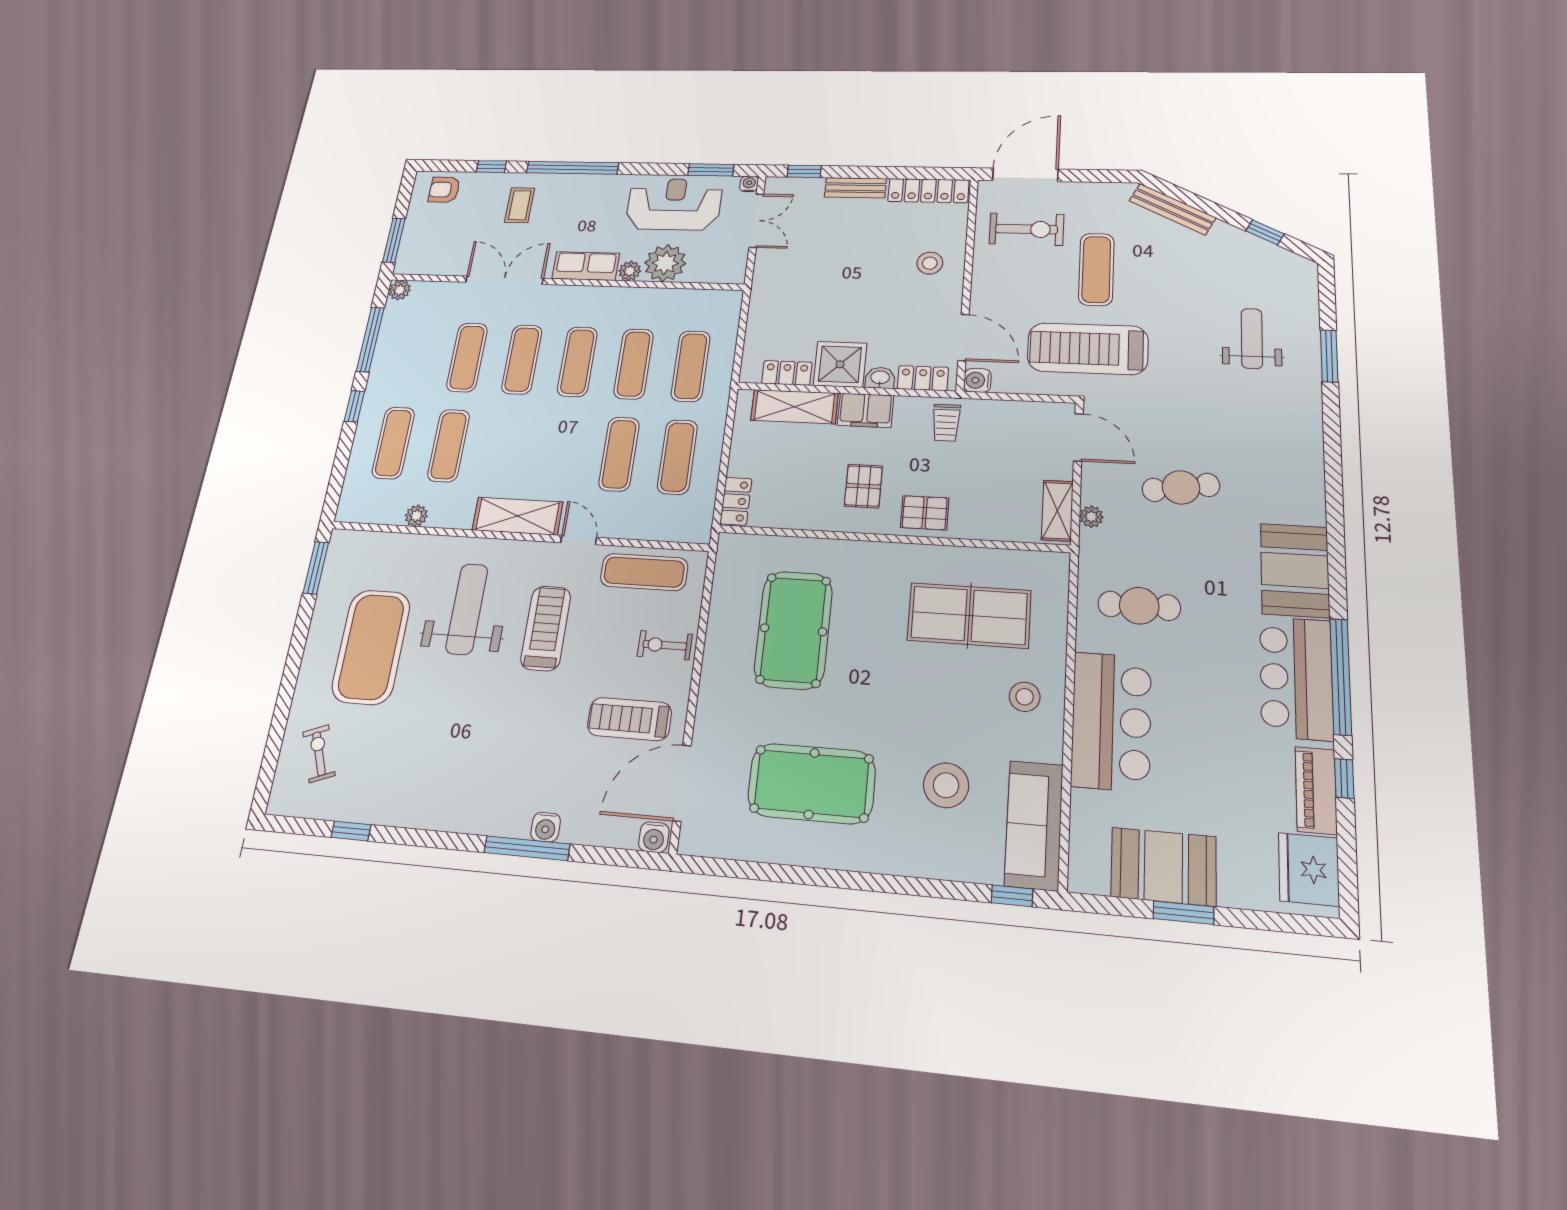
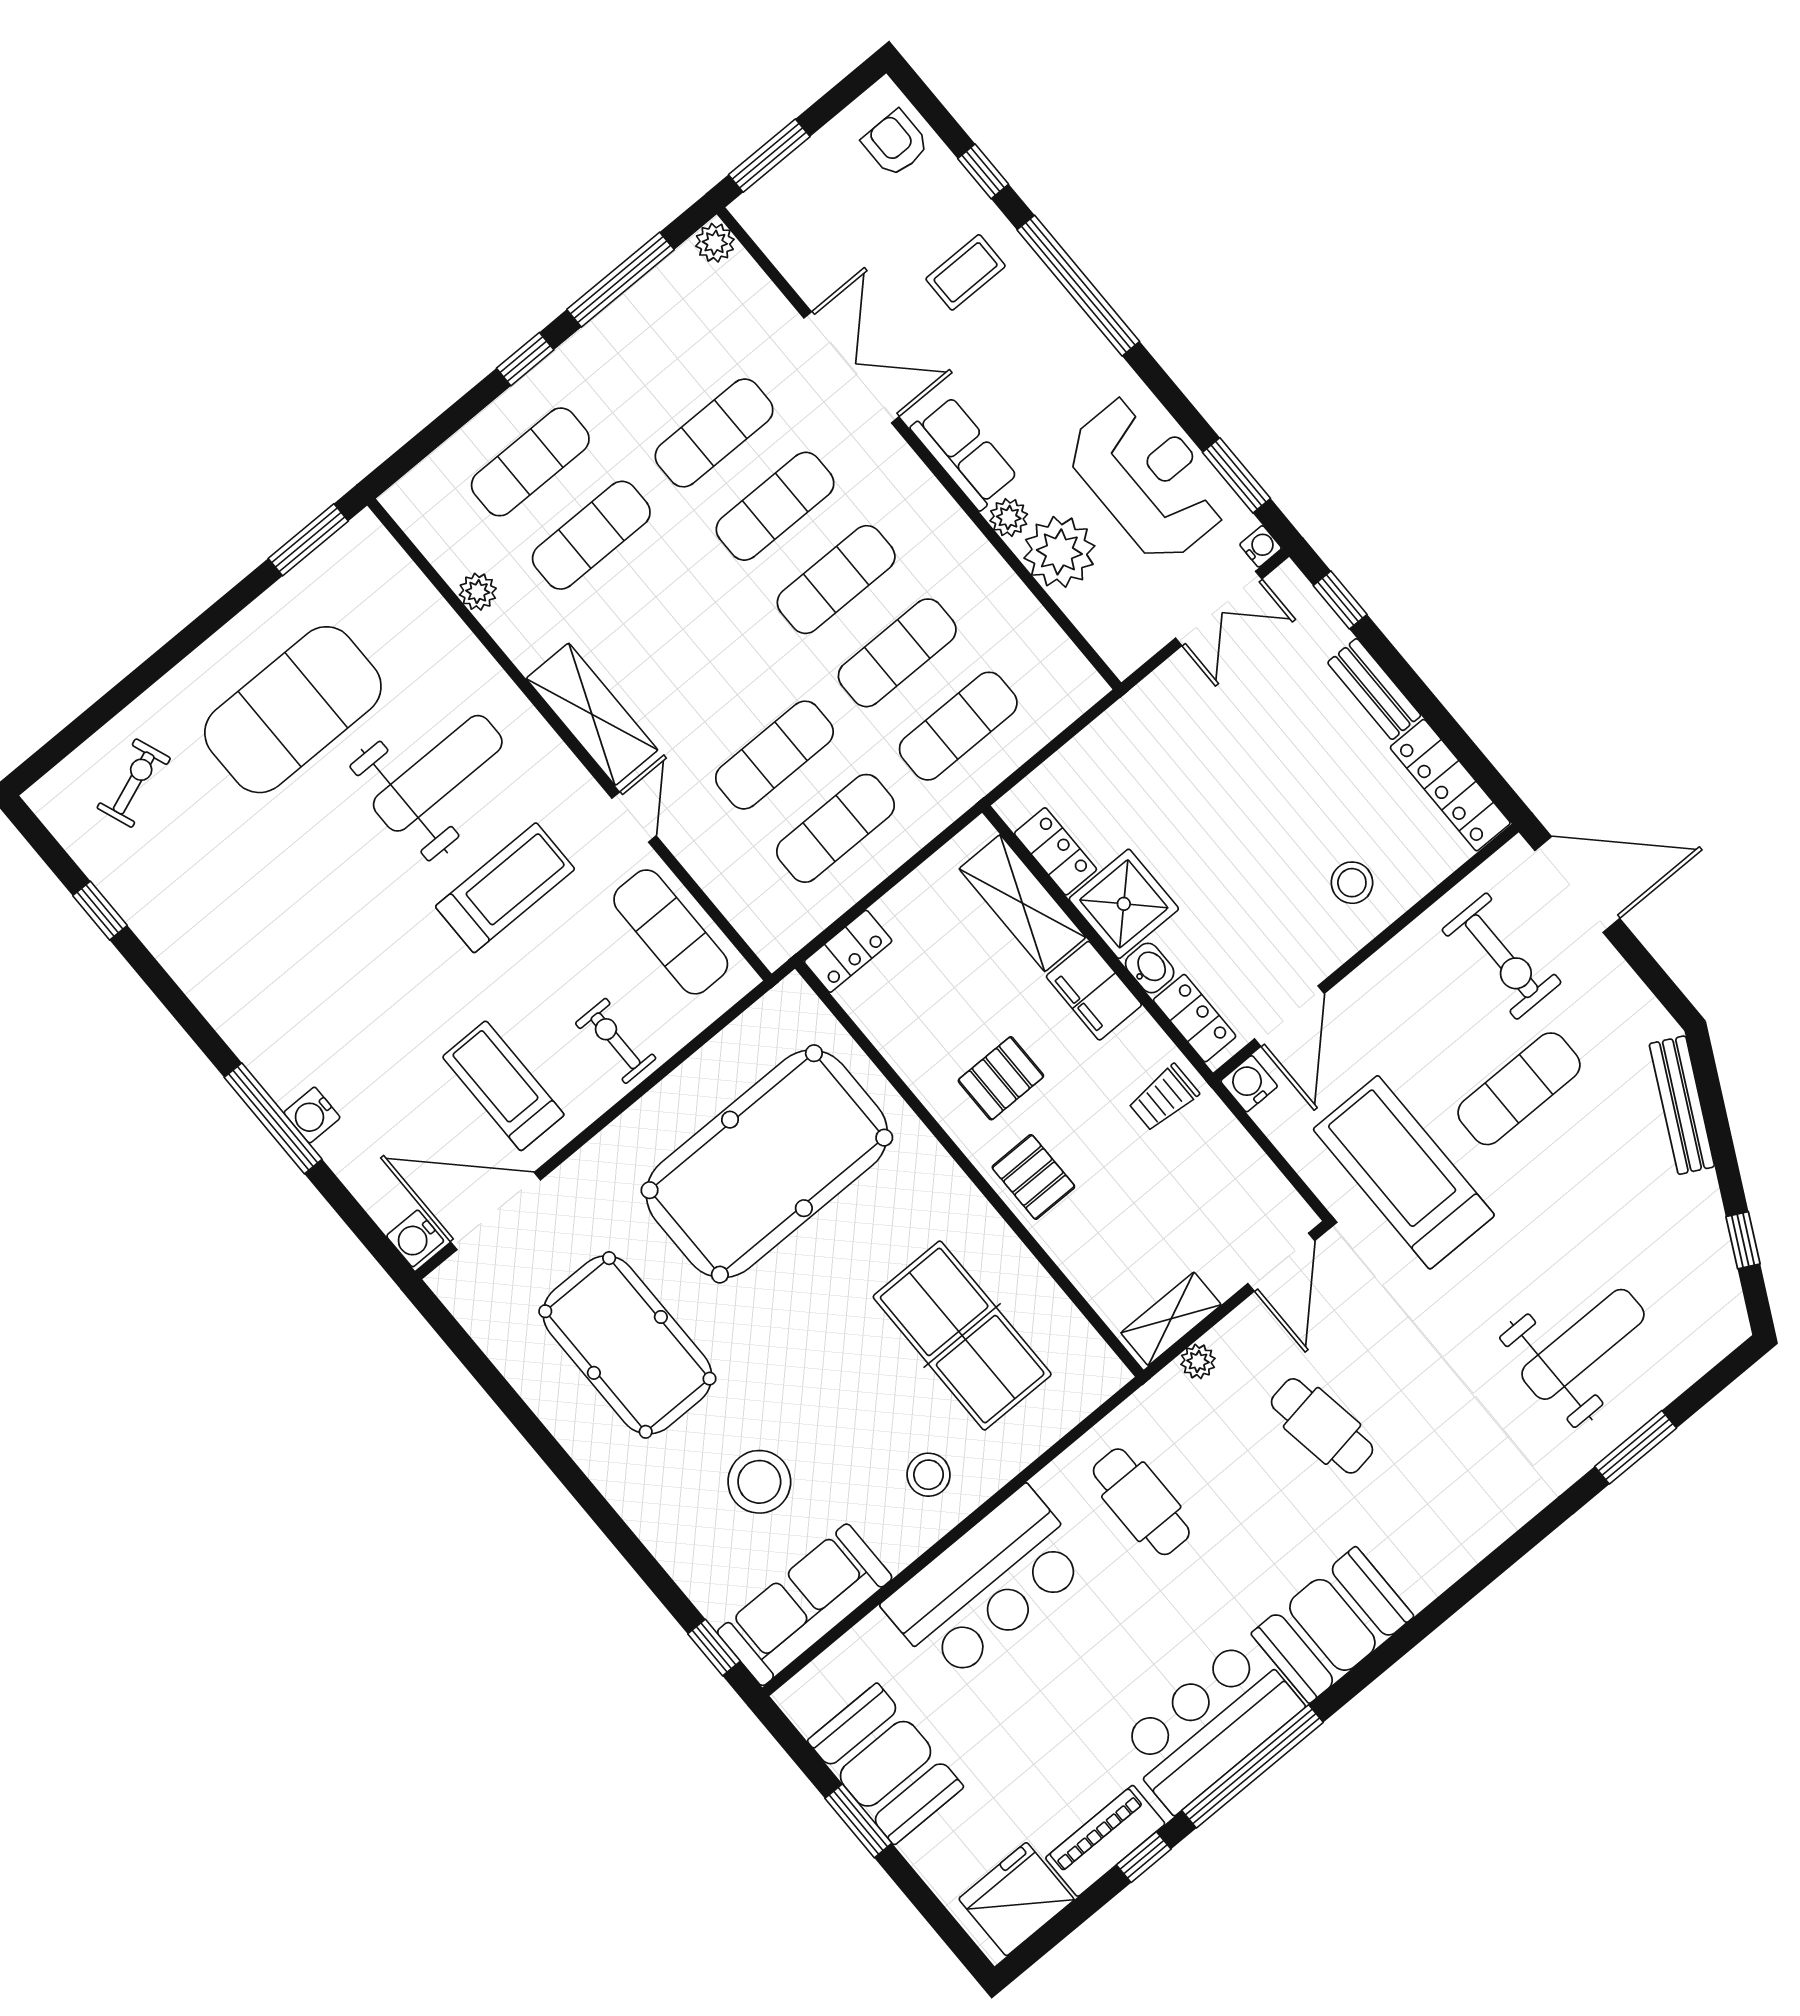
weight bench: (1252, 338) -> (1583, 1344), width x1.36, depth x1.33
pool table: (793, 630) -> (767, 1164), width x1.36, depth x1.32

